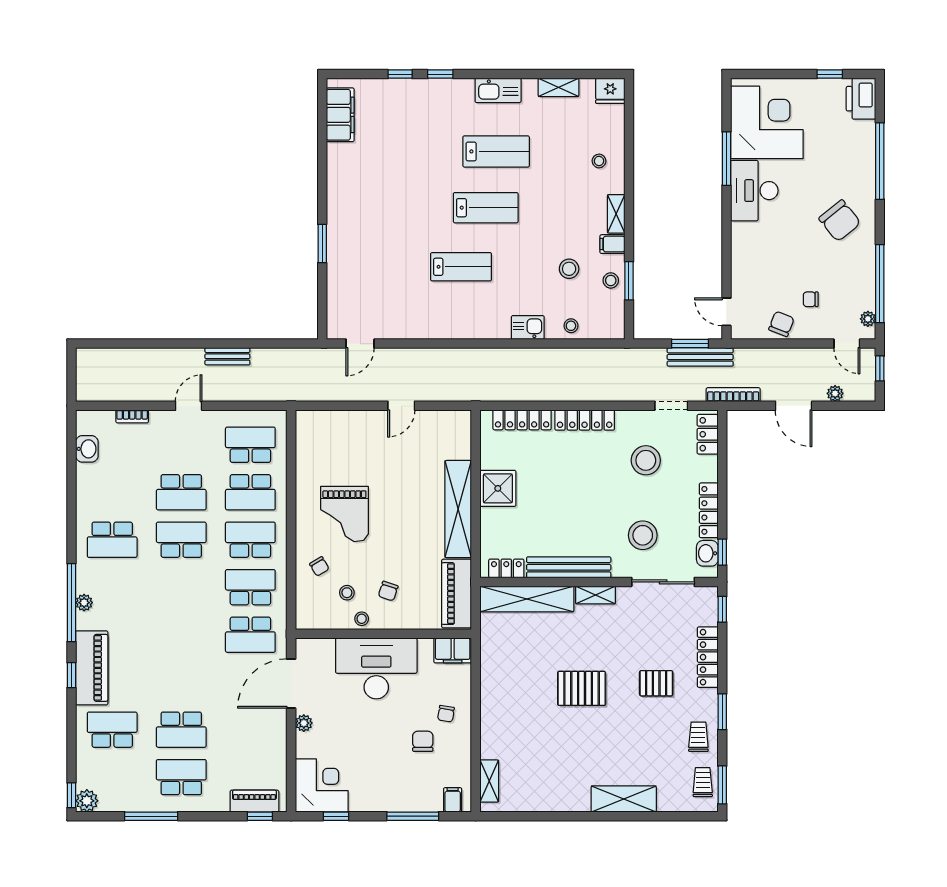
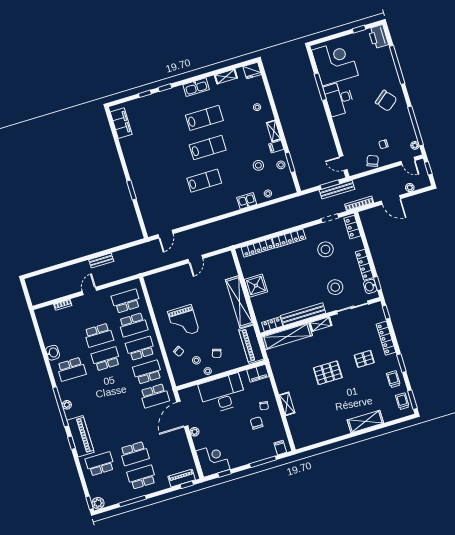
washbasin: (87, 449) -> (53, 353), moved
shelving: (489, 781) -> (287, 404), moved

